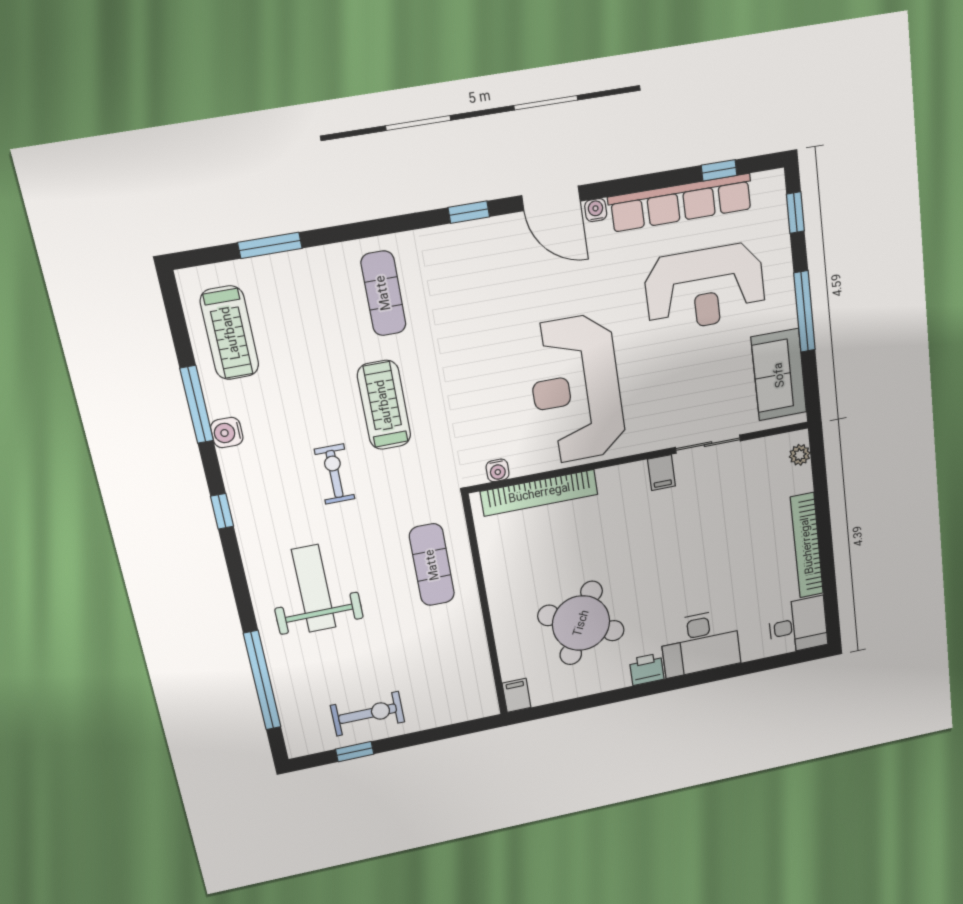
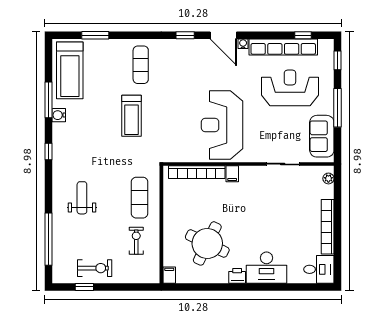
reception desk: (705, 288) -> (290, 88), turned 180
treadmill: (230, 333) -> (70, 70), width x1.37, depth x1.38
treadmill: (384, 405) -> (131, 116), turned 180
water cooler: (498, 470) -> (179, 157), removed
filing cabinet: (661, 473) -> (232, 174), moved
exercise bike: (335, 474) -> (136, 241), moved
weight bench: (314, 589) -> (82, 198), width x0.73, depth x0.75

